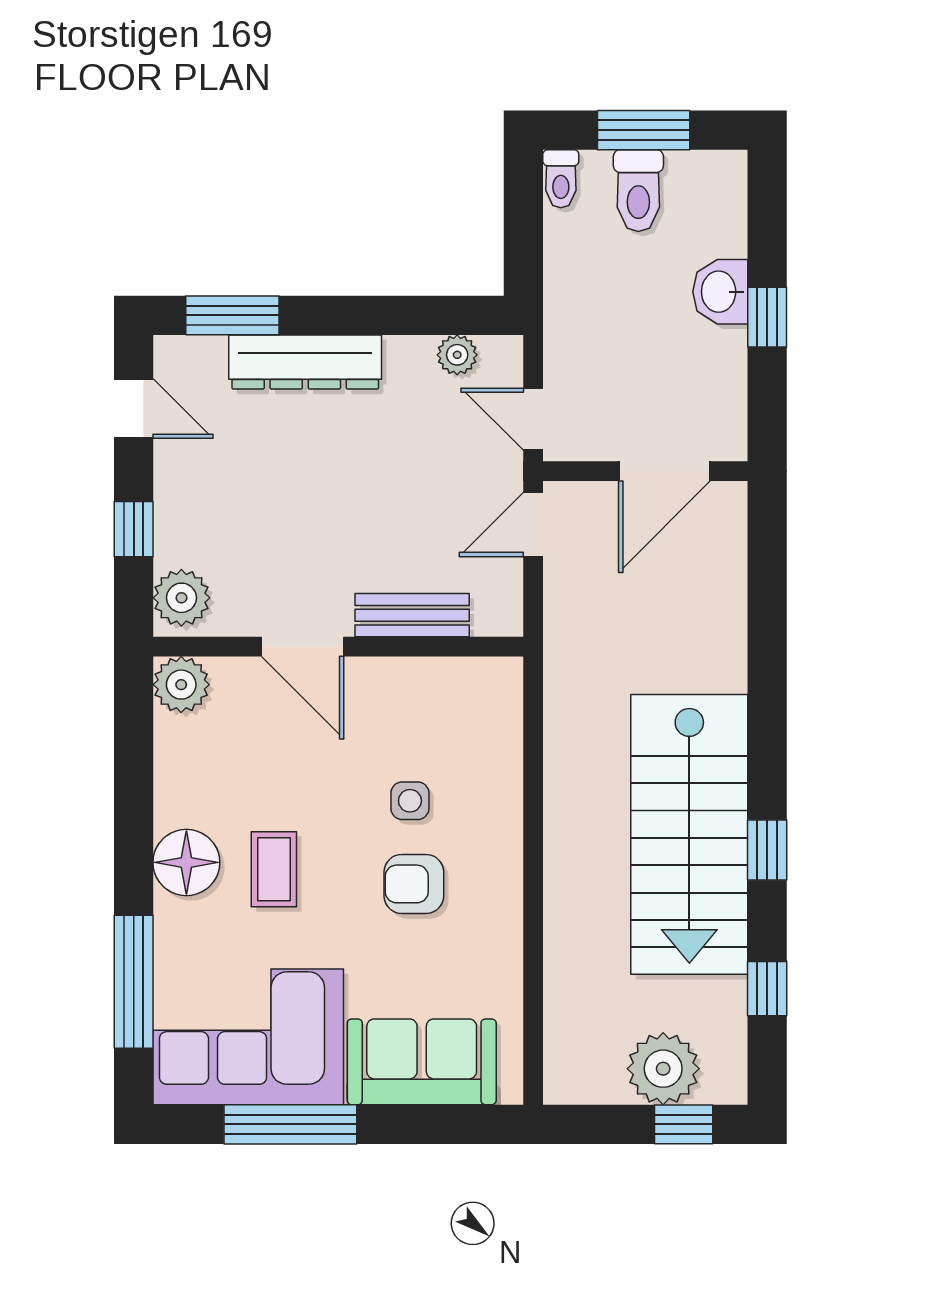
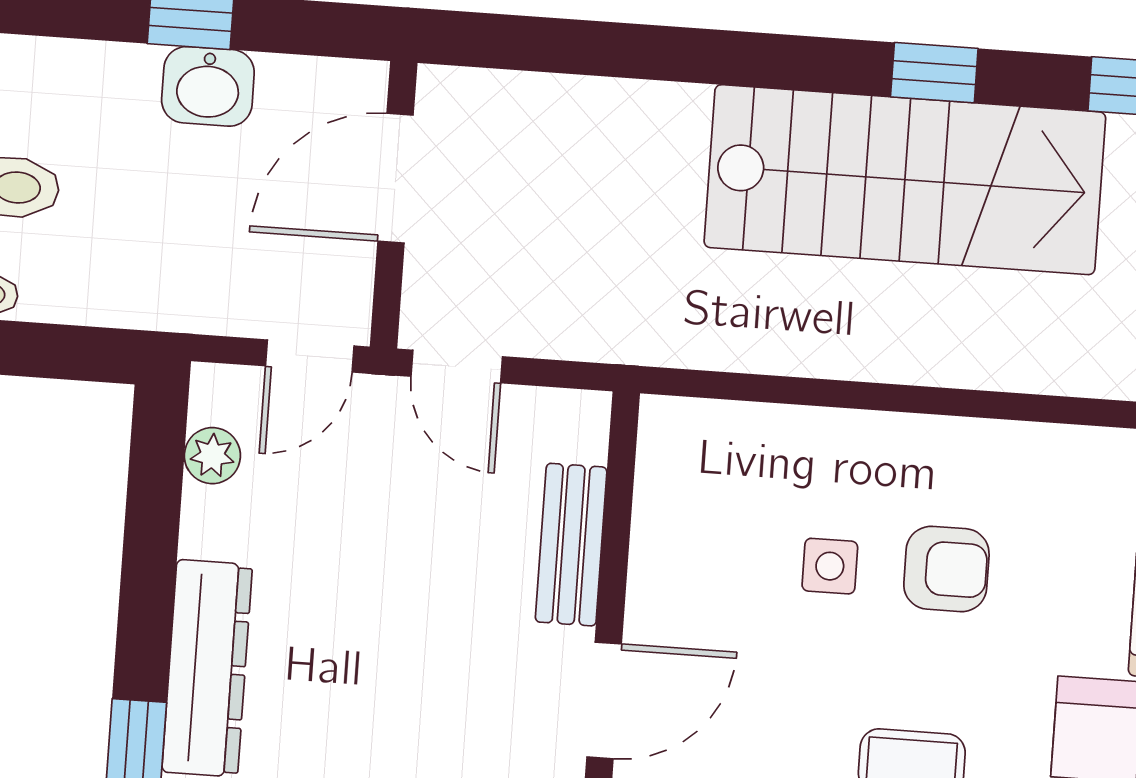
washbasin: (720, 292) -> (208, 86), moved
door: (664, 471) -> (396, 178), swing flipped
armchair: (414, 884) -> (946, 569), turned -90

